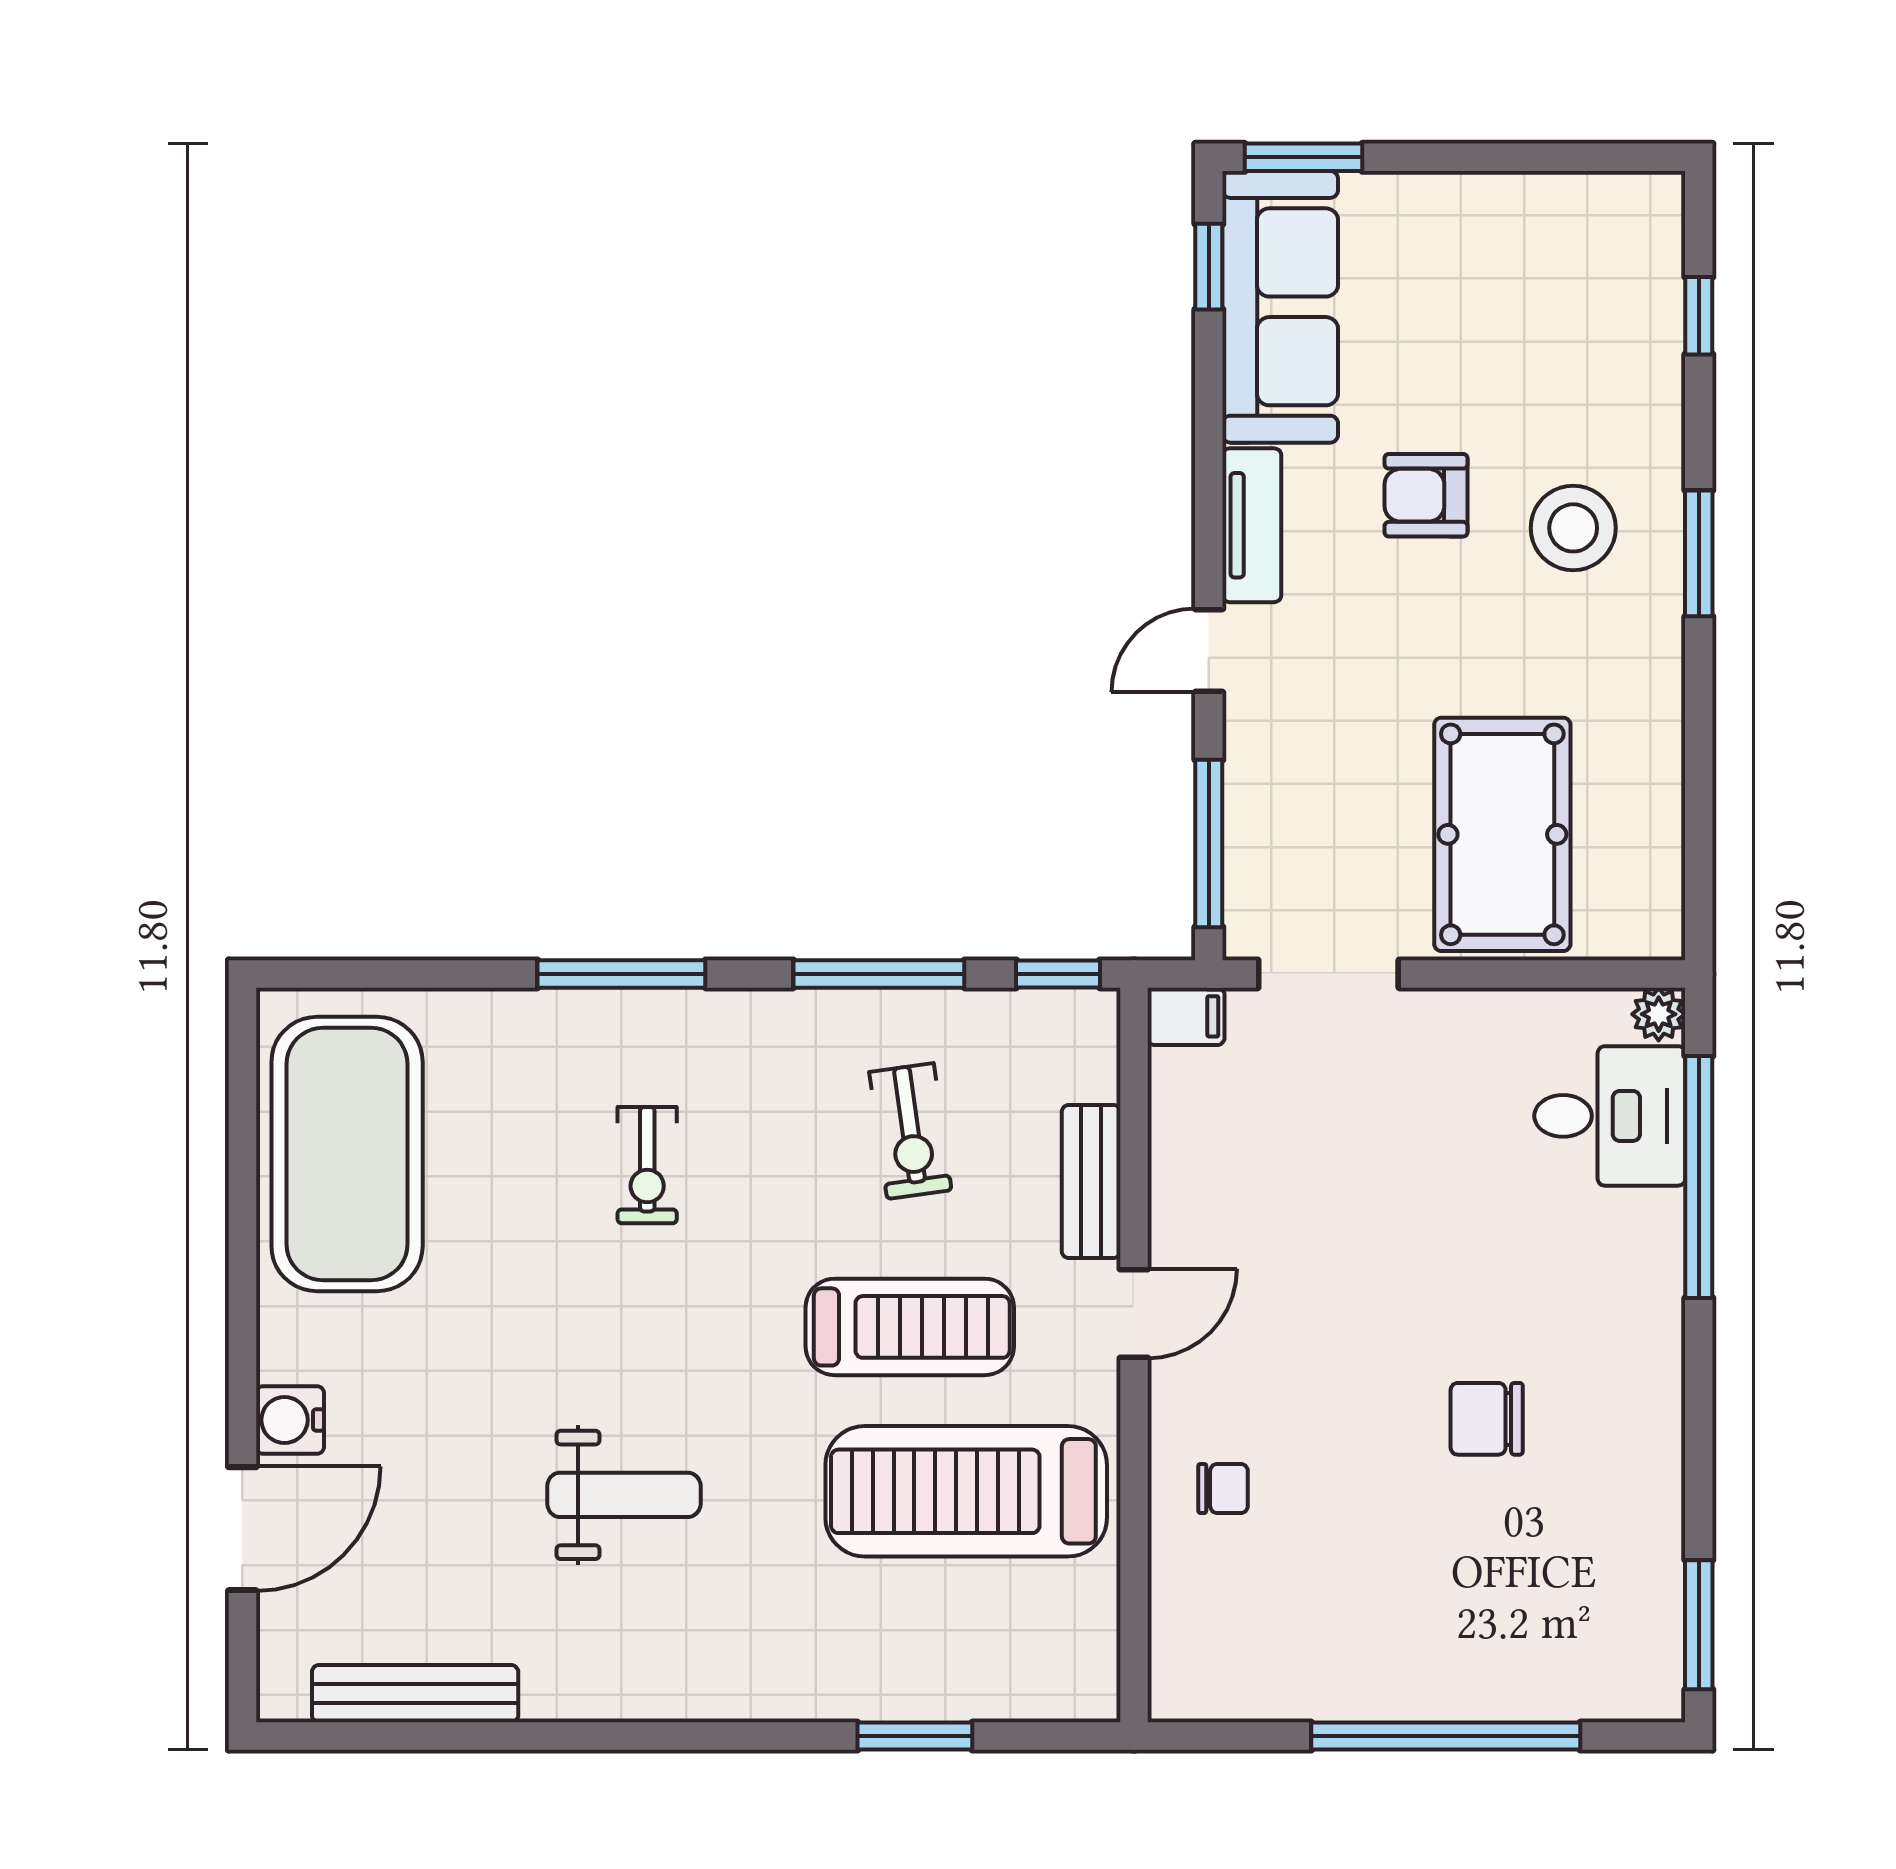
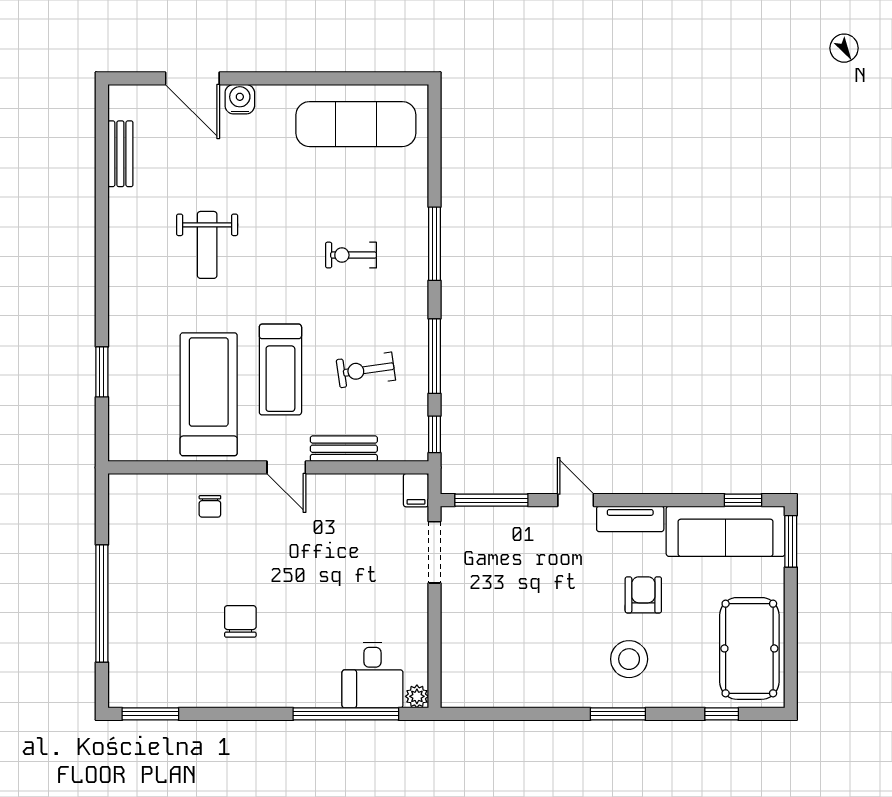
pool table: (1502, 834) -> (749, 648), moved, turned 90
exercise mat: (347, 1154) -> (356, 124), width x0.68
bench: (415, 1694) -> (120, 154), width x0.73

